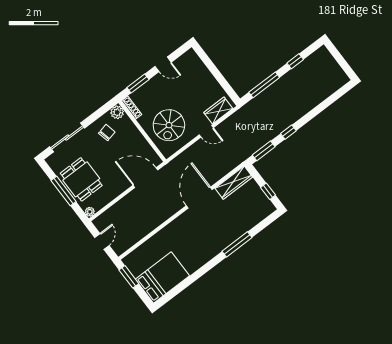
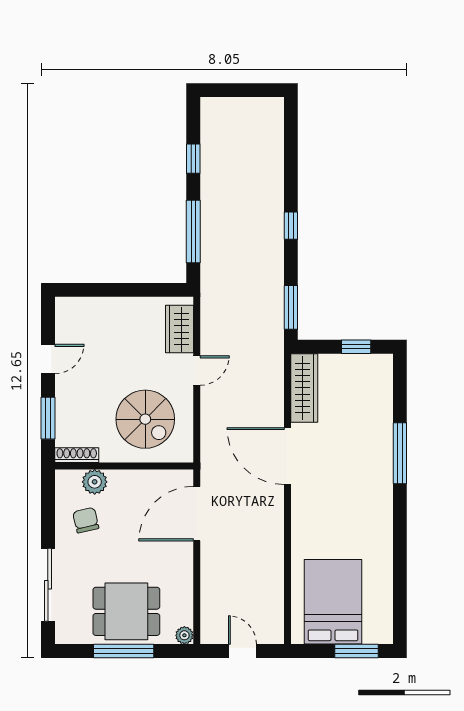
plant: (117, 112) -> (95, 482), moved
window: (288, 132) -> (291, 226), moved
window: (129, 277) -> (357, 651), moved
bed: (162, 277) -> (333, 602), moved

